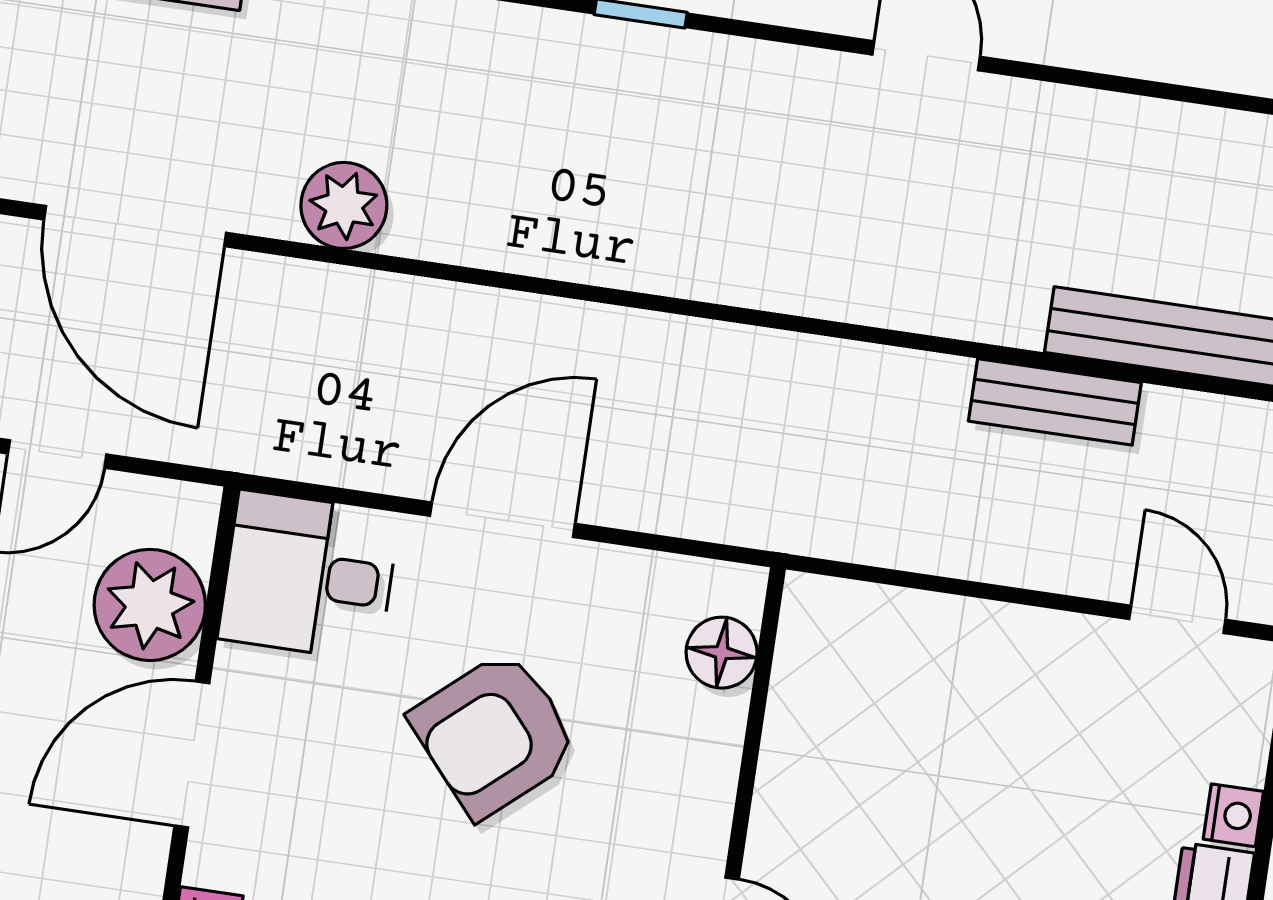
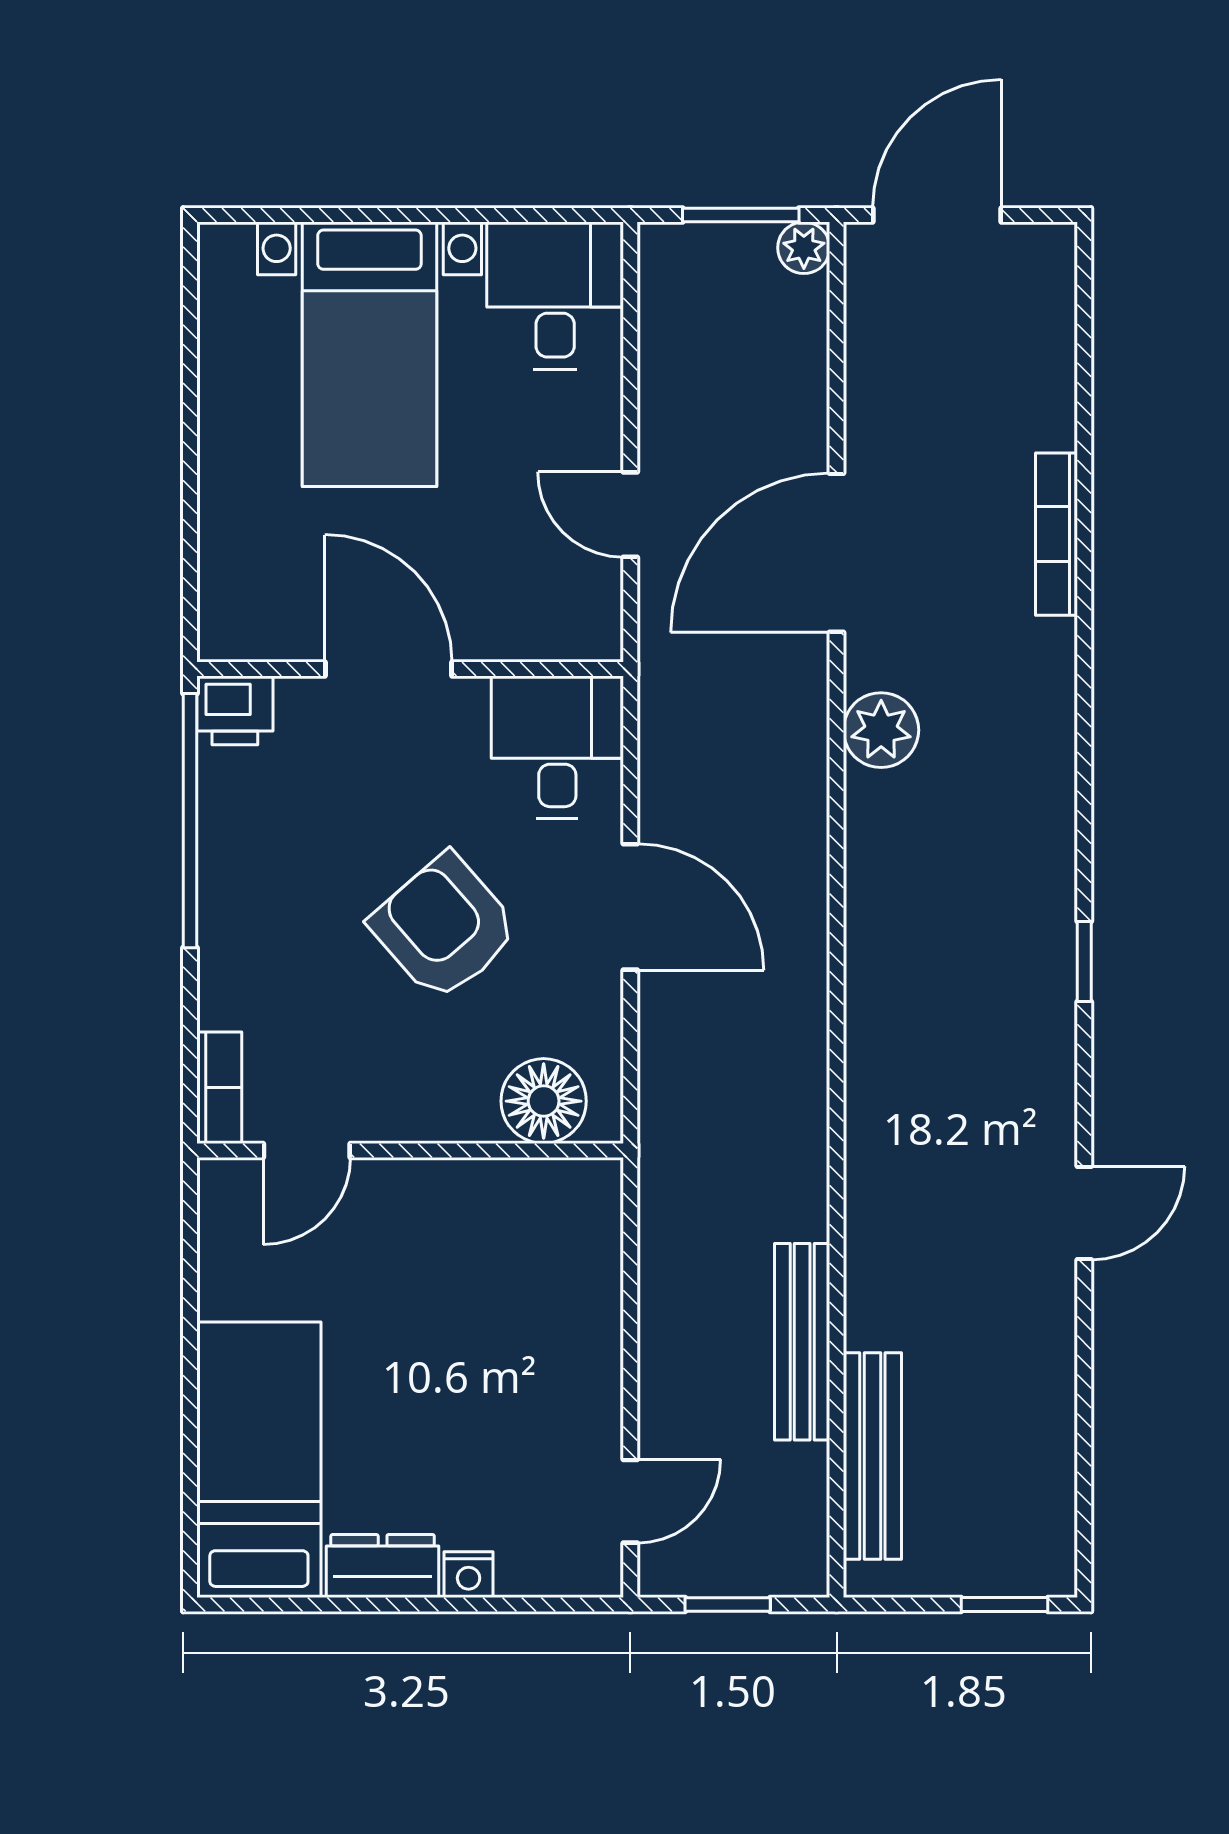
bench: (1055, 402) -> (802, 1342), width x1.36
plant: (150, 605) -> (512, 614), removed
floor lamp: (722, 653) -> (544, 1101), width x1.38, depth x1.38

